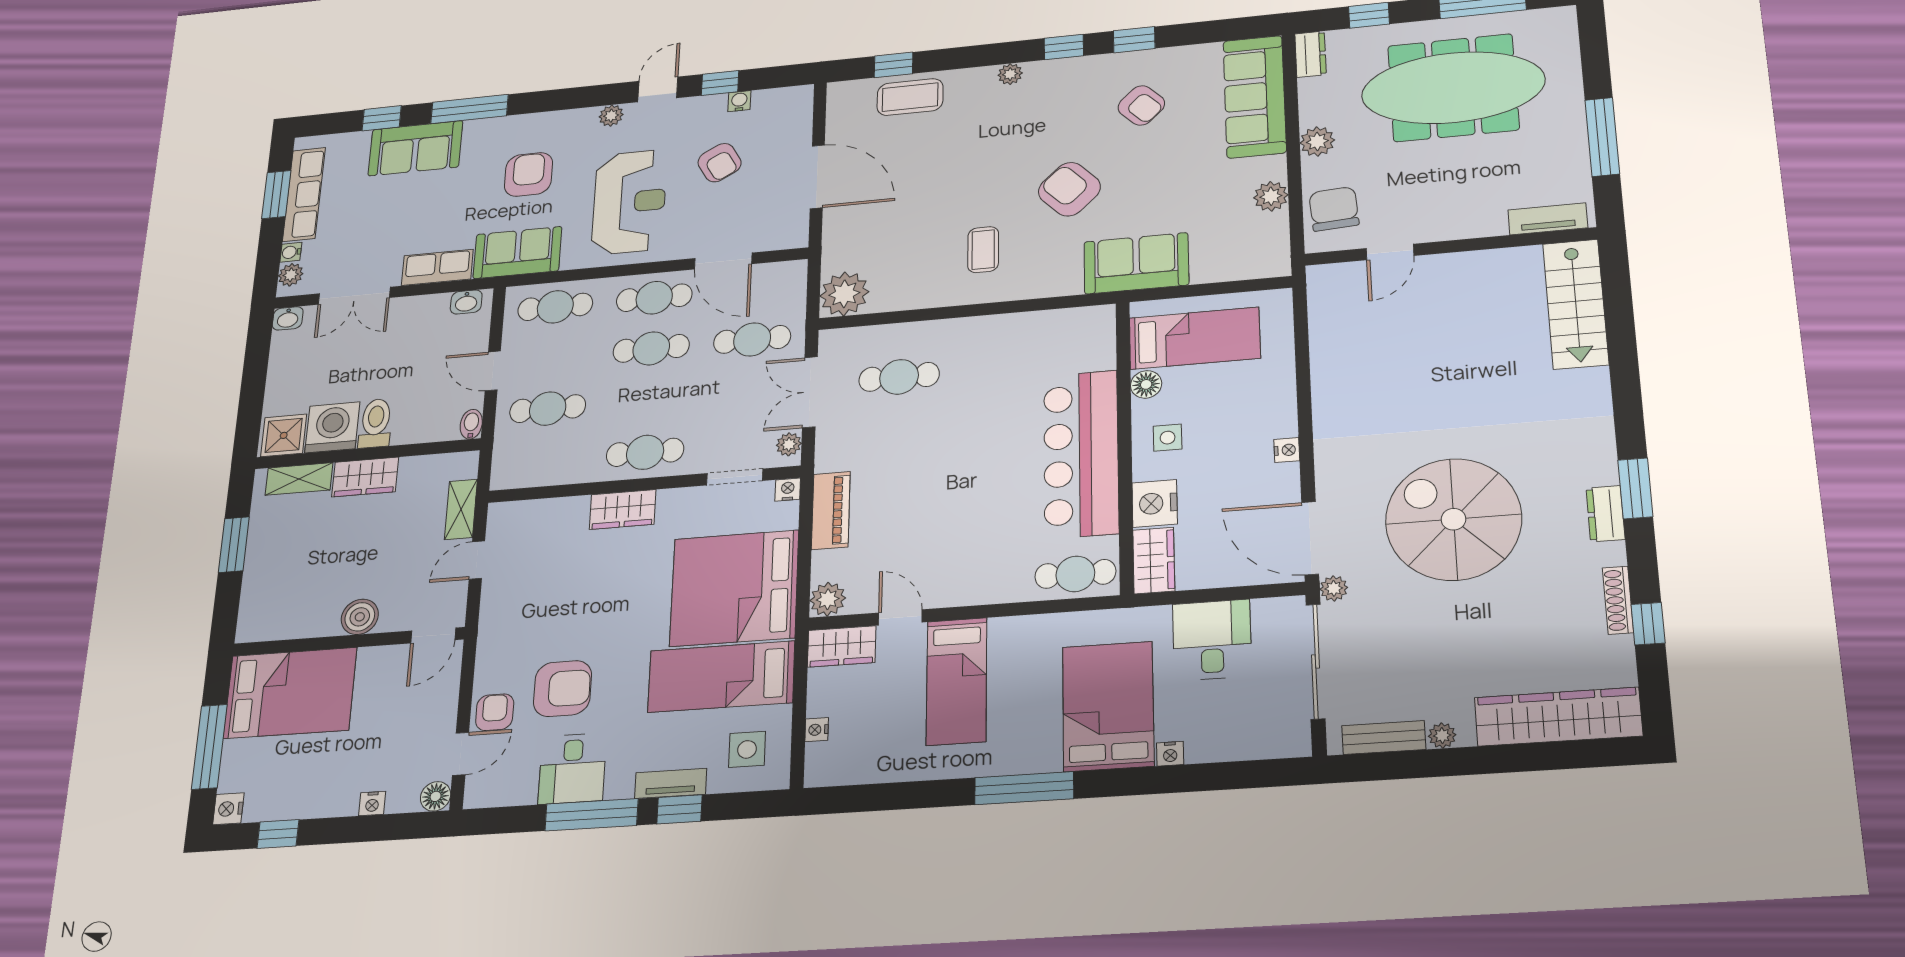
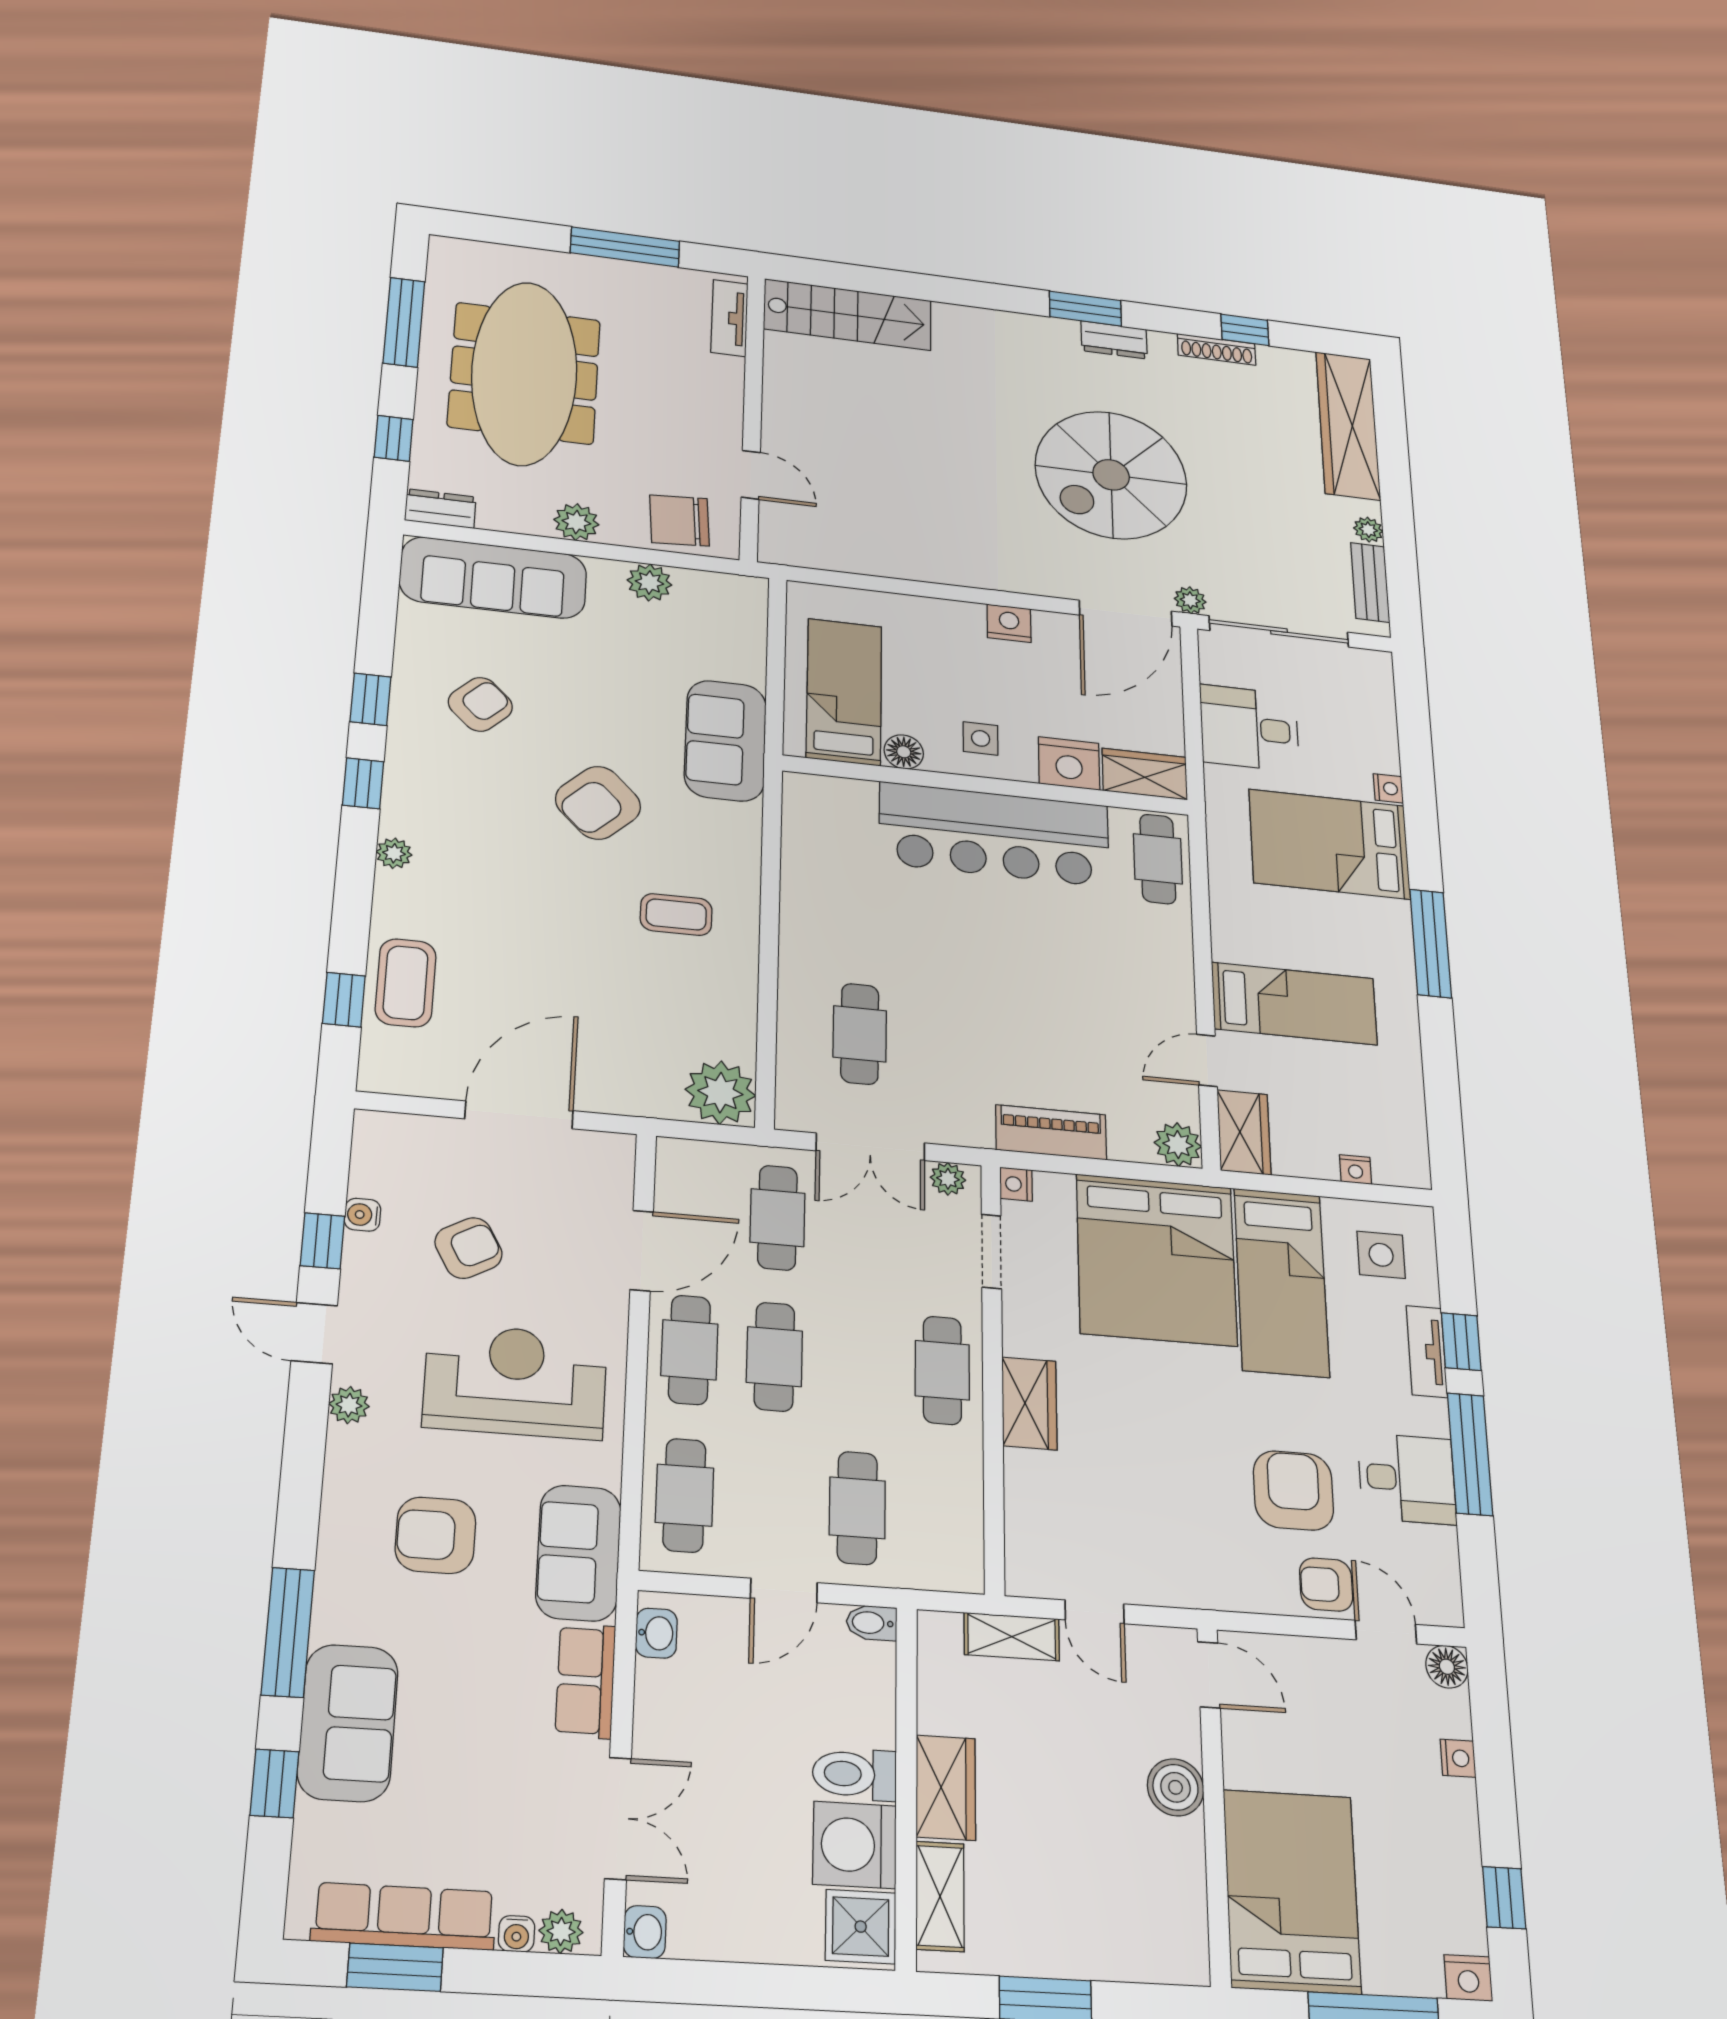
nightstand: (1287, 450) -> (1009, 623), width x1.39, depth x1.35

